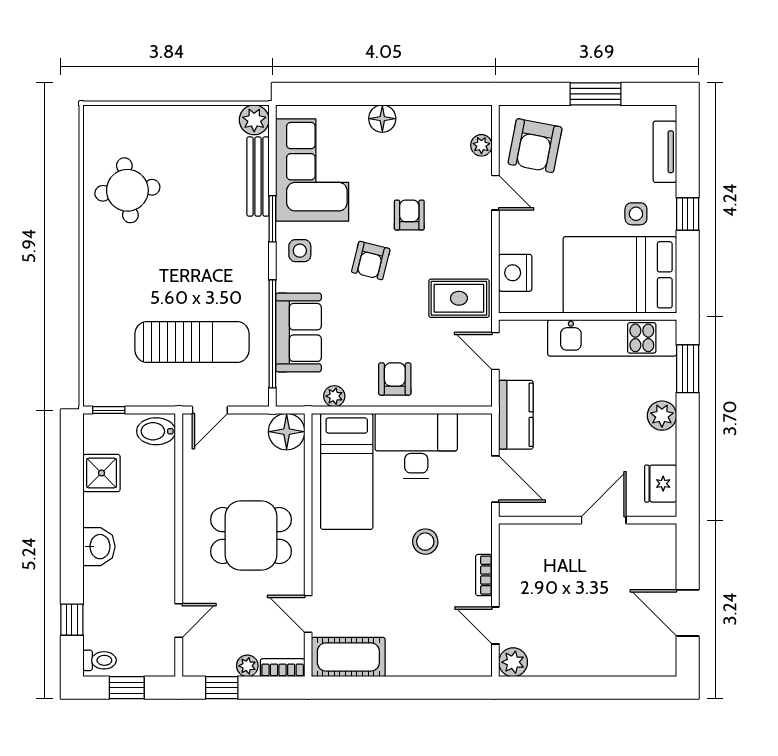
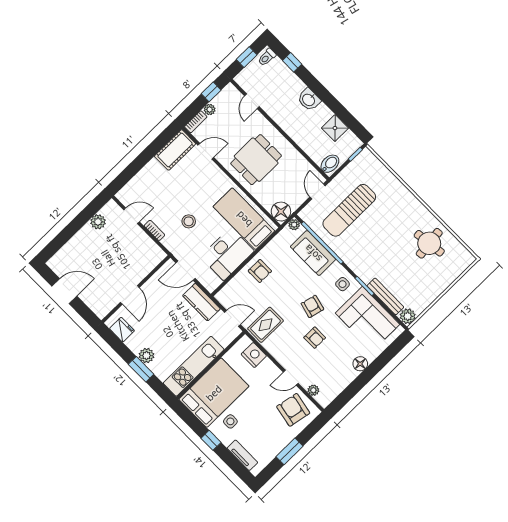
window: (688, 369) -> (141, 369), moved
plant: (334, 396) -> (294, 225), moved
plant: (513, 662) -> (98, 222), moved

